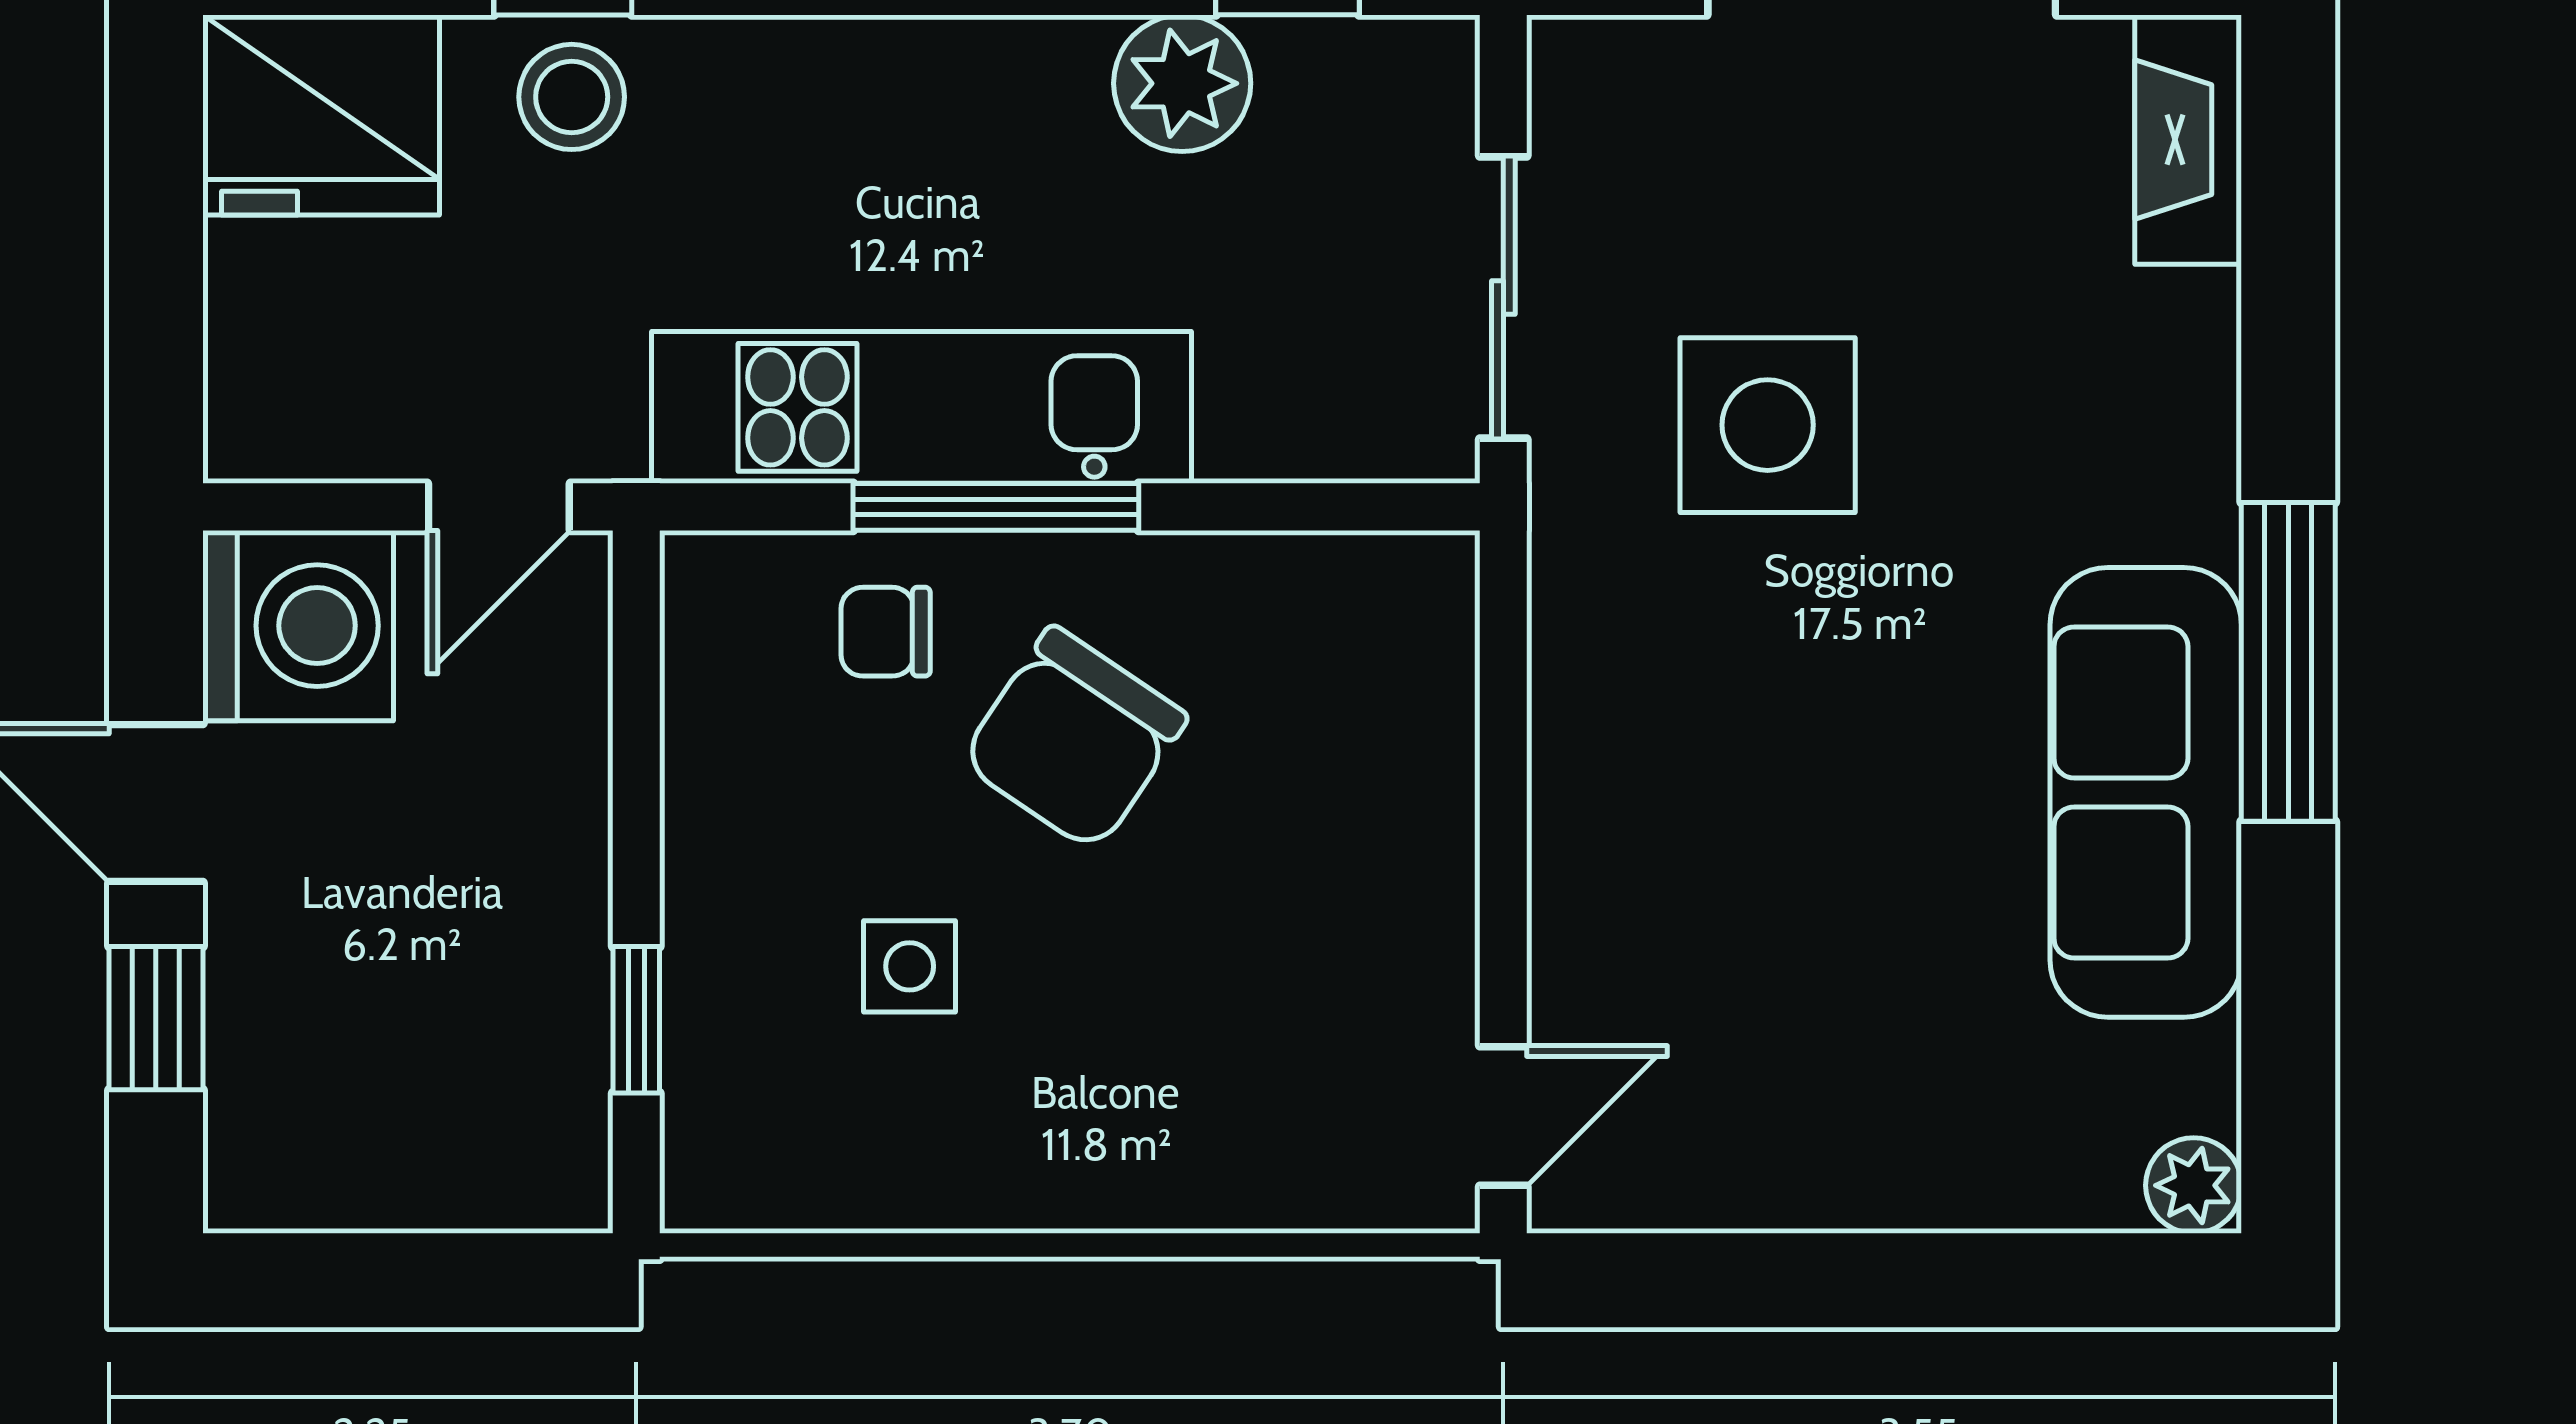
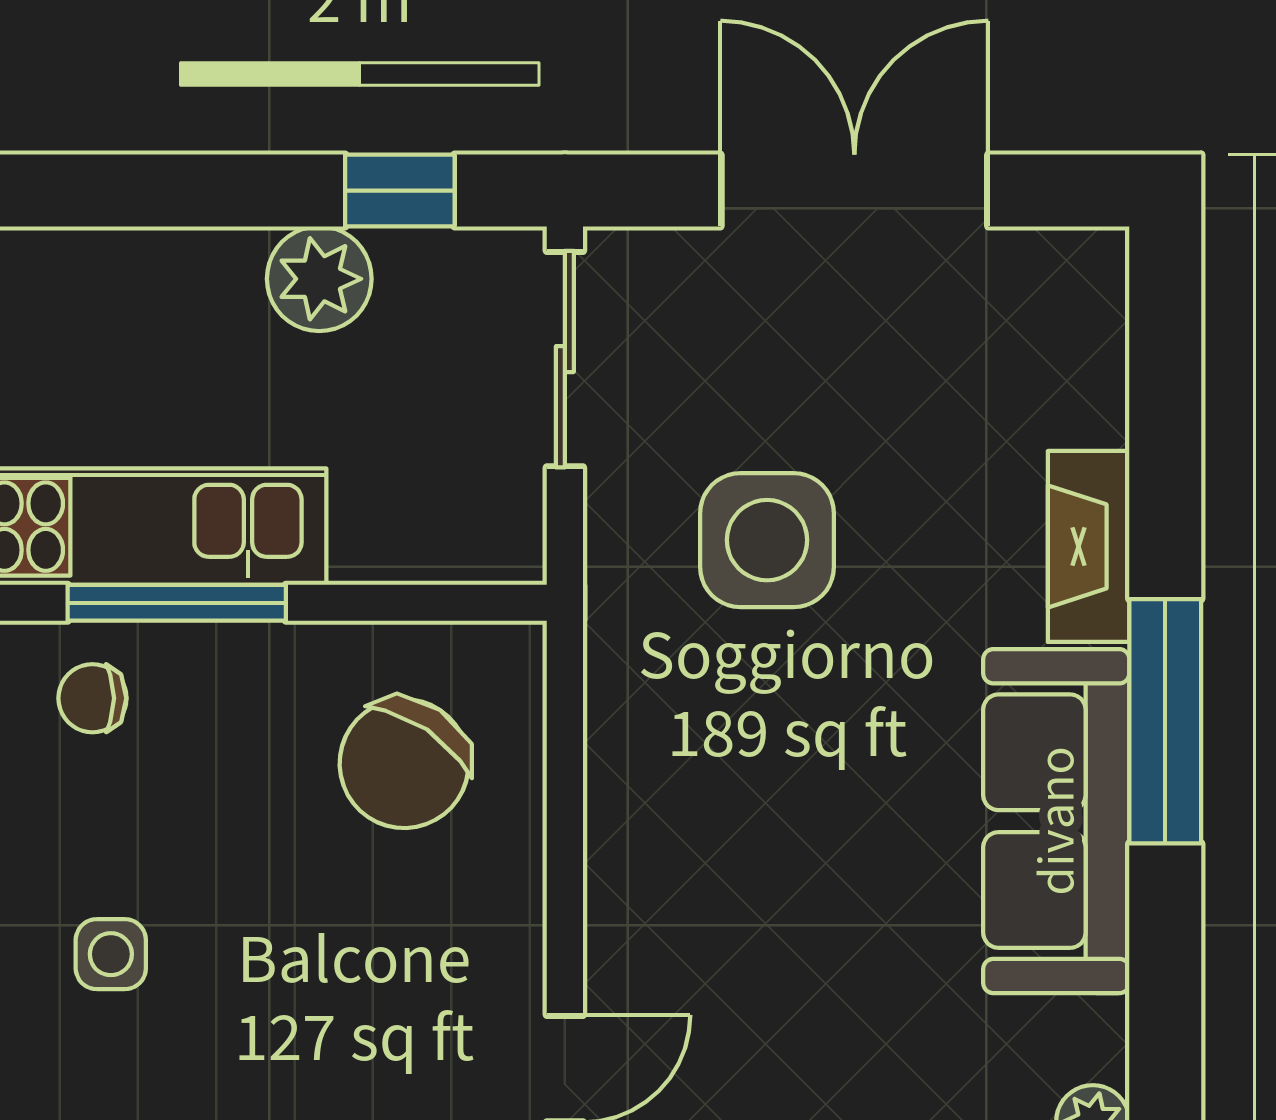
fireplace: (2188, 140) -> (1089, 546), moved
sliding door: (1503, 298) -> (565, 359), moved
chair: (1074, 739) -> (404, 764), moved

